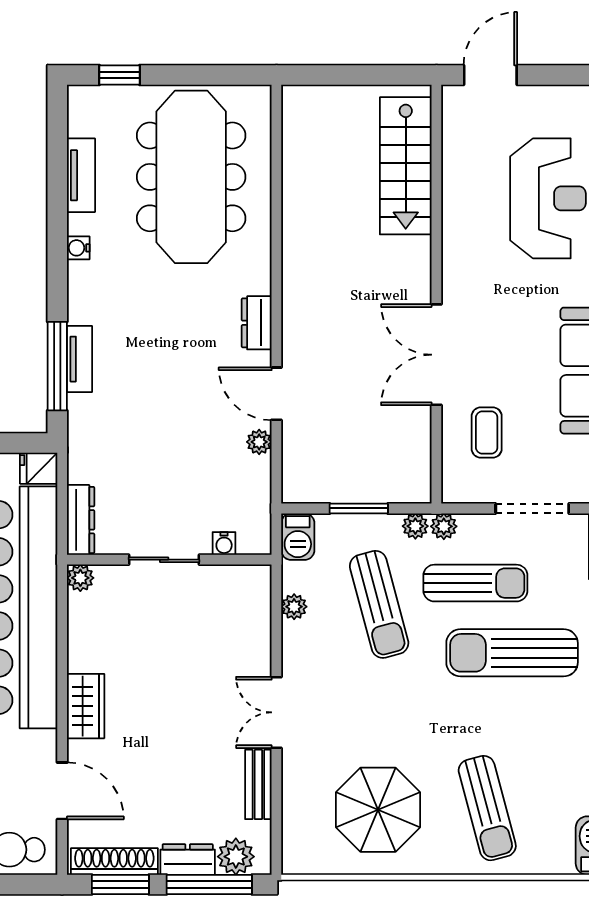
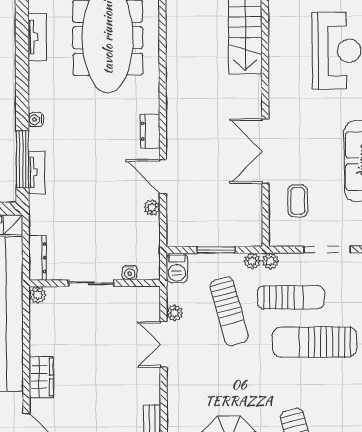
water cooler: (78, 248) -> (36, 120), moved
tv unit: (80, 359) -> (37, 172), moved
double door: (276, 712) -> (163, 344), moved

